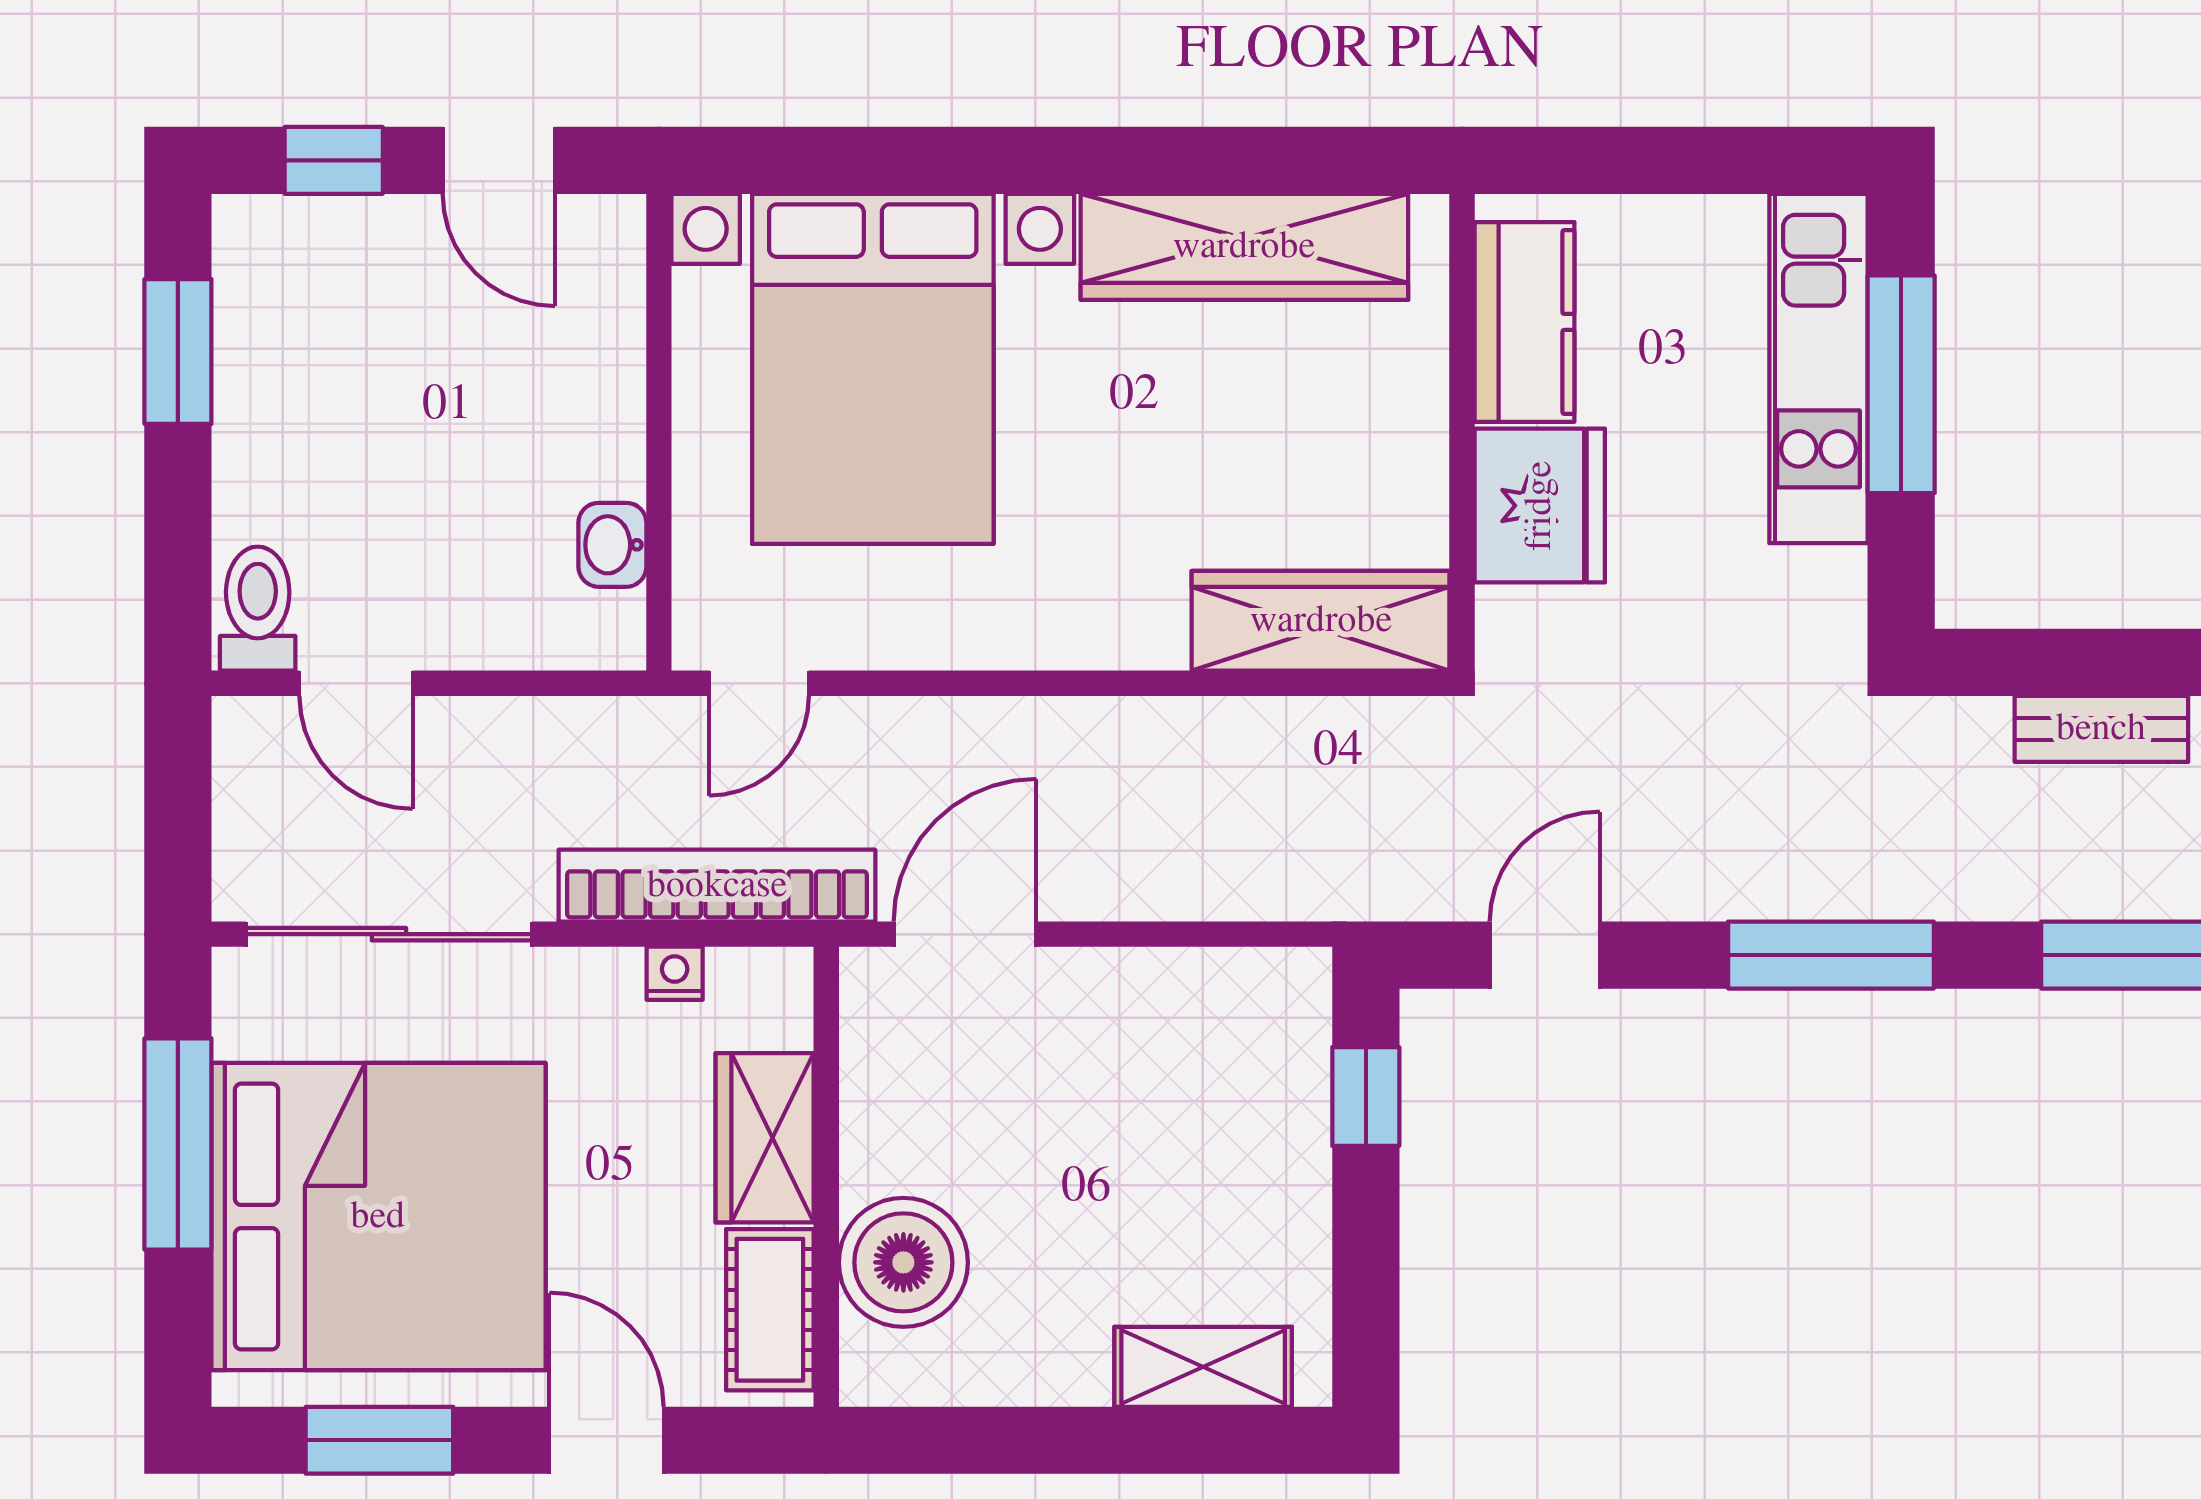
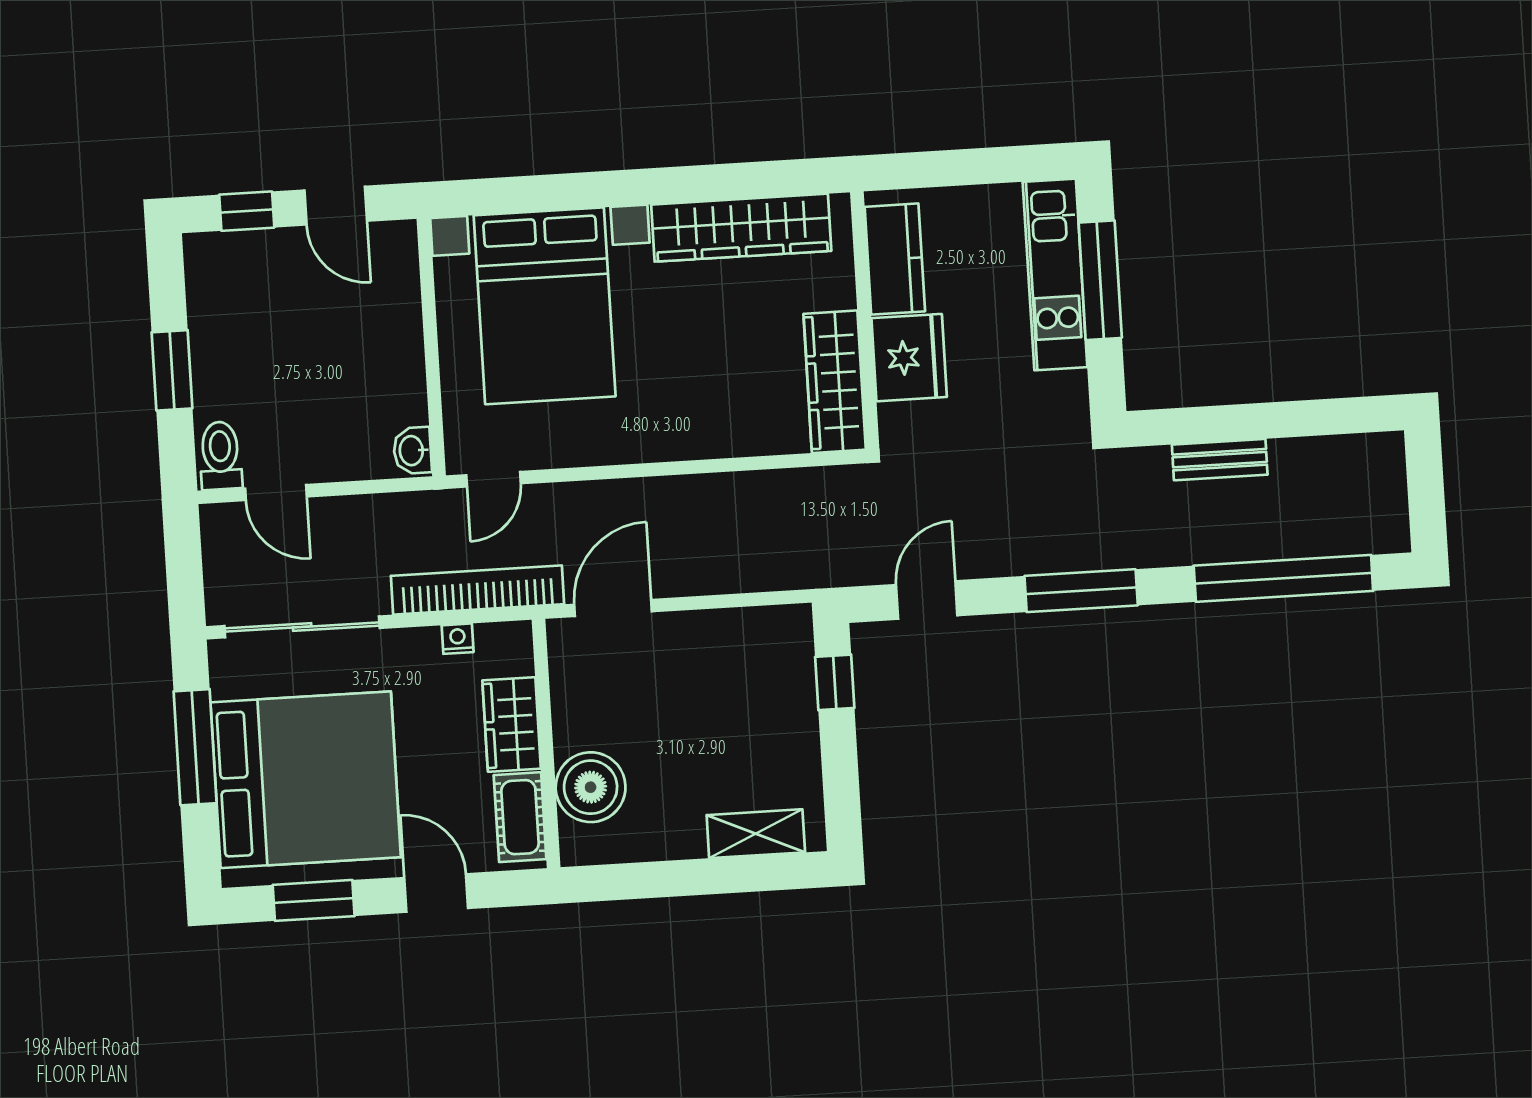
window: (178, 352) -> (172, 370), moved
washbasin: (612, 545) -> (412, 451), moved
wardrobe: (1321, 621) -> (835, 382), moved, turned -90

